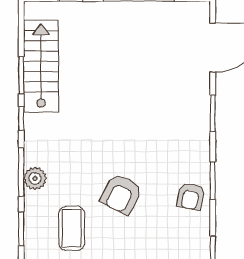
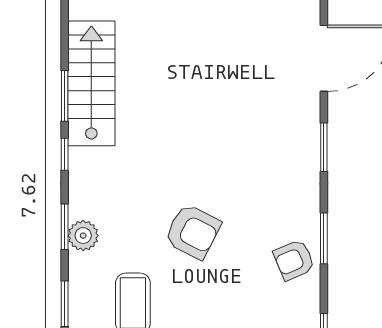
window: (21, 172) -> (65, 227), width x0.69
armchair: (121, 194) -> (193, 232), moved, turned -91
armchair: (191, 196) -> (294, 260), turned 56

